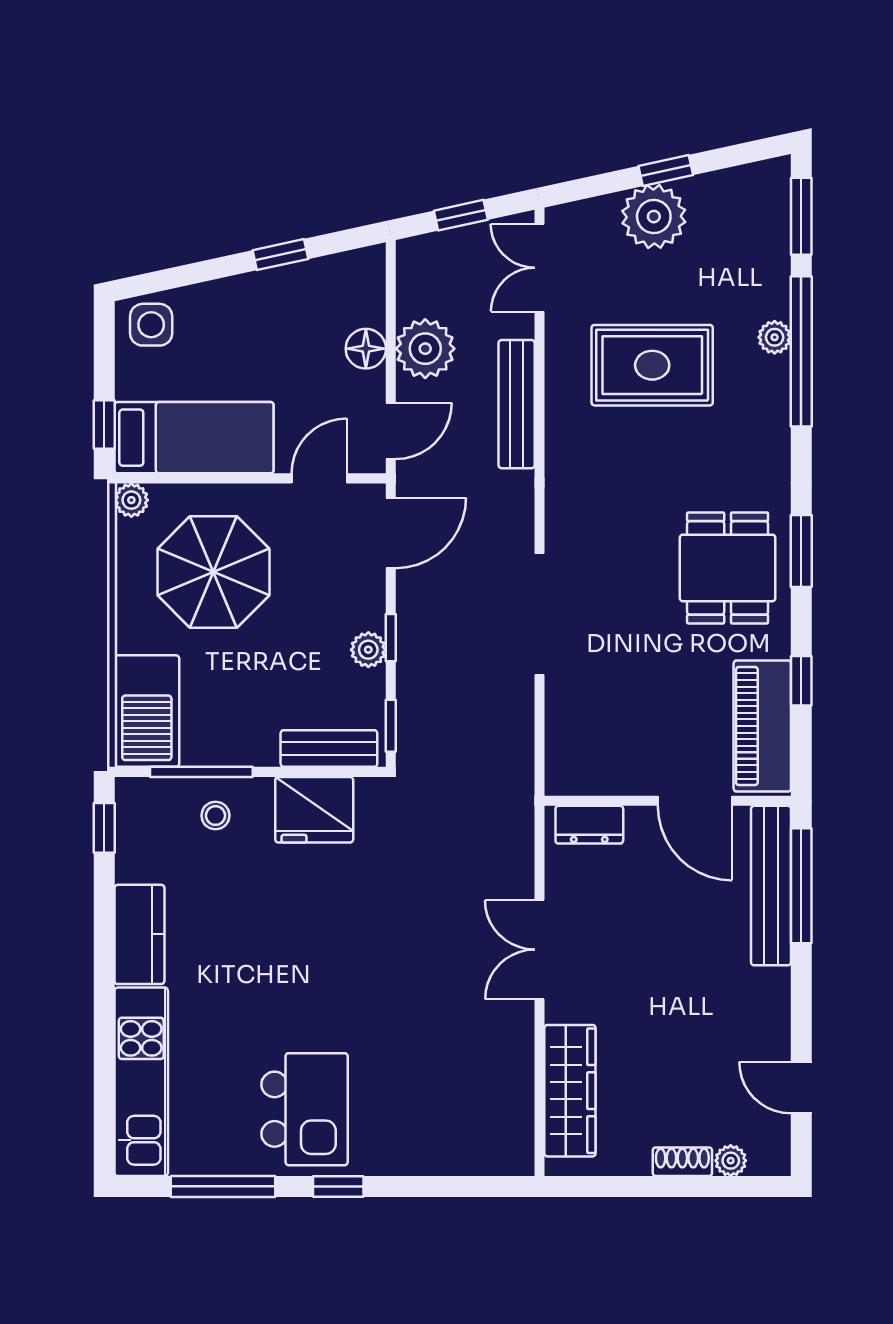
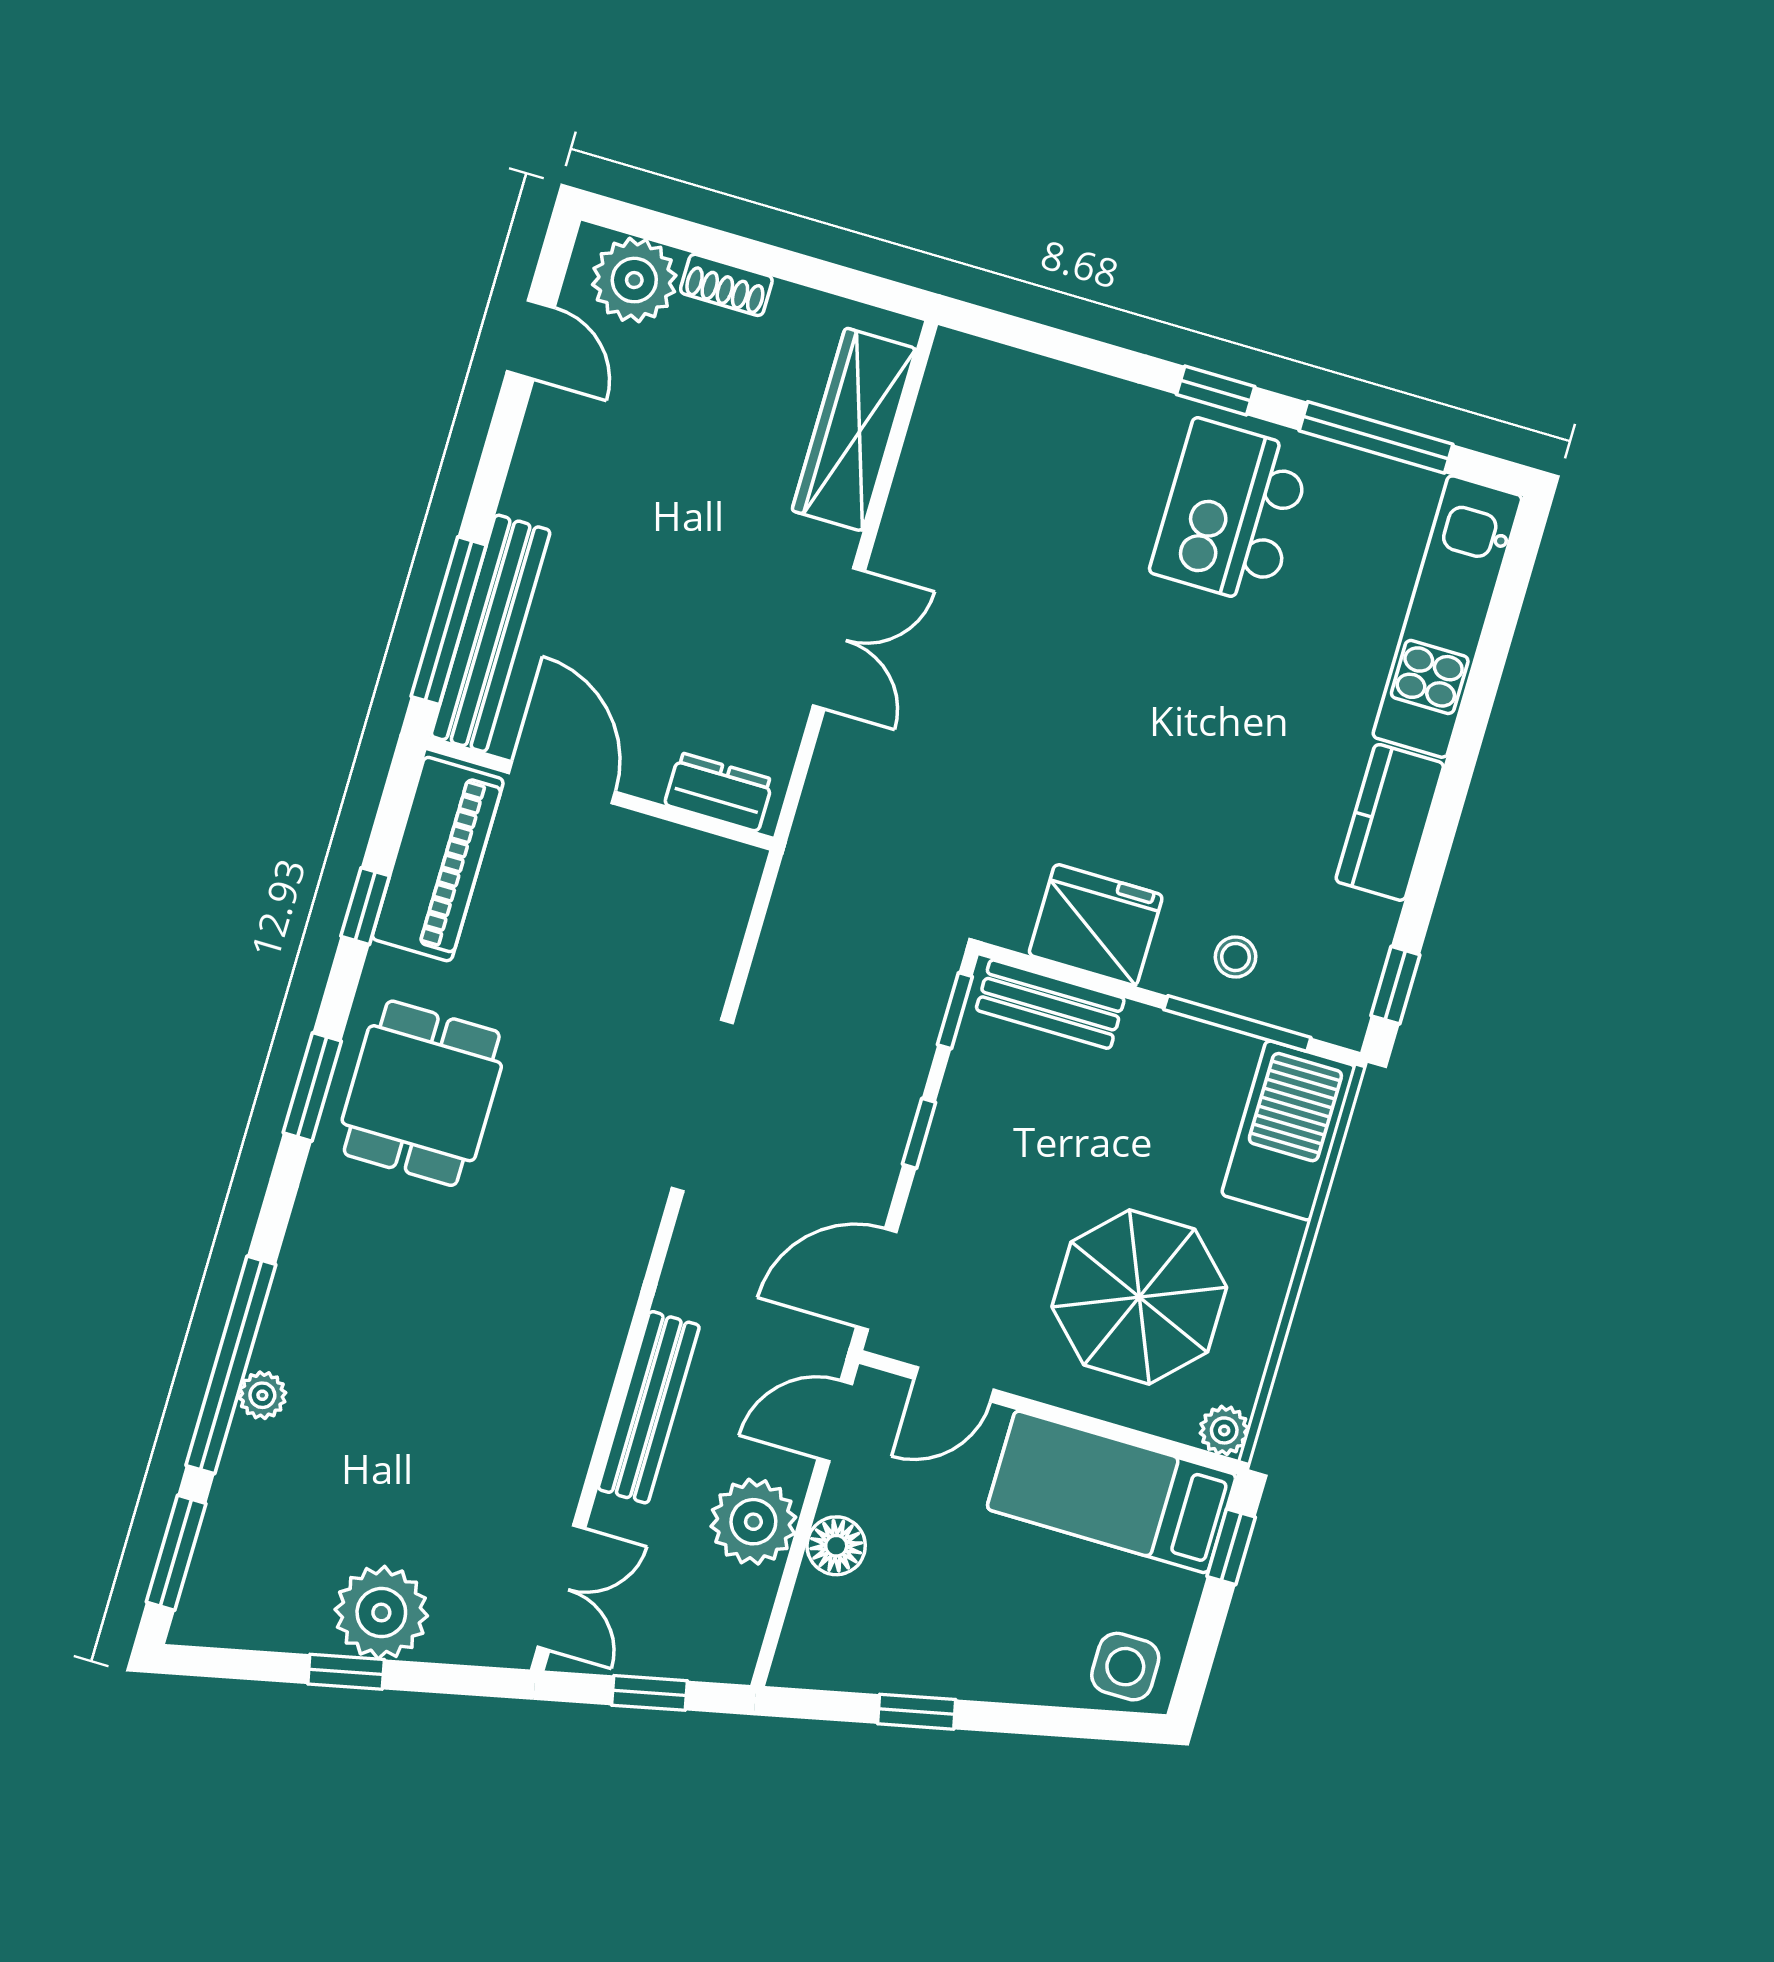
rug: (652, 365) -> (444, 1406), removed
plant: (368, 650) -> (955, 1126), removed
plant: (731, 1161) -> (634, 280), width x1.87, depth x1.87

